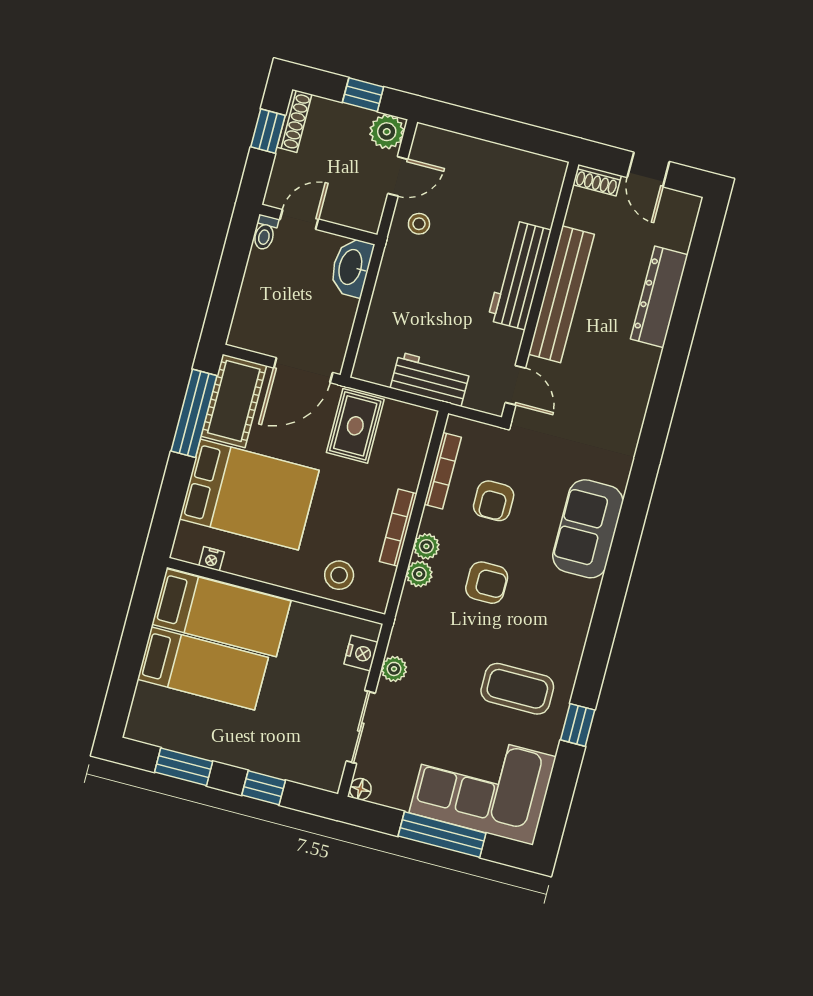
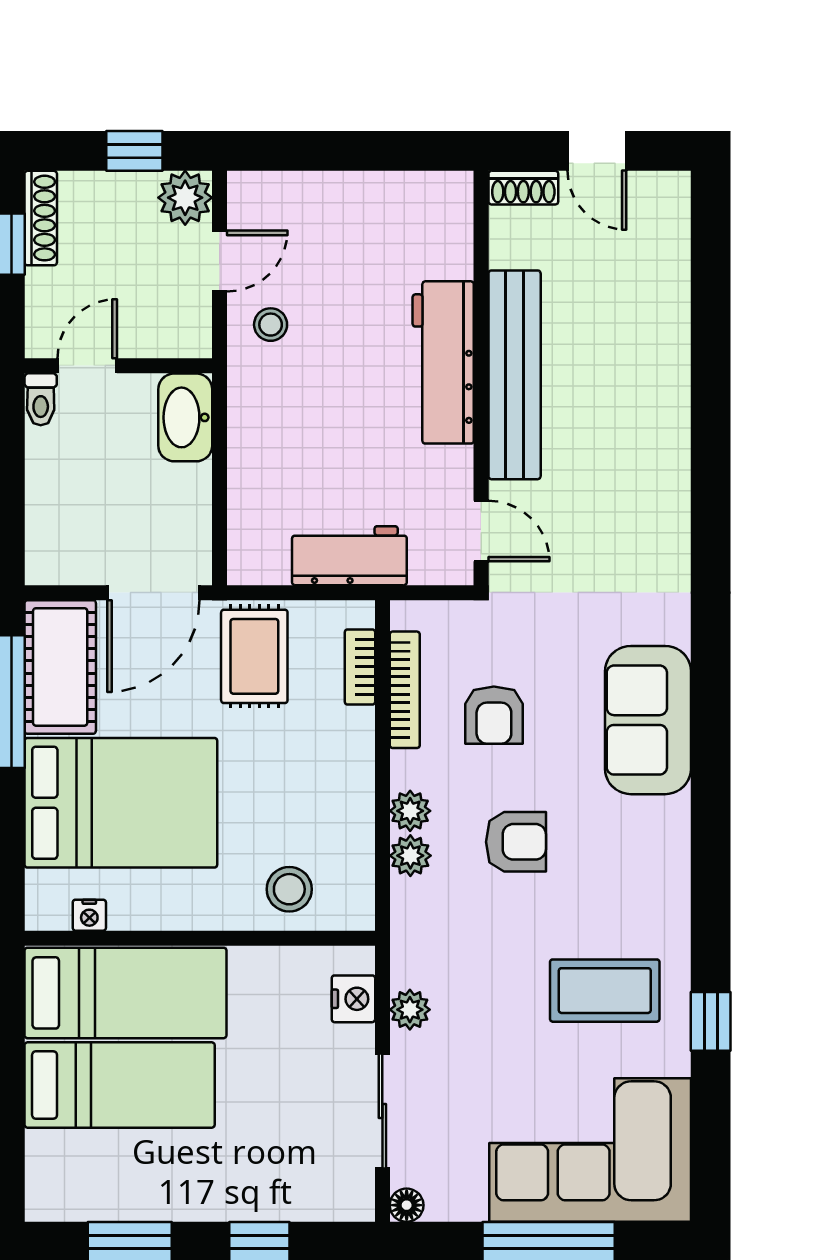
dresser: (659, 297) -> (664, 340), removed
bookcase: (398, 528) -> (360, 667), moved, width x0.64

